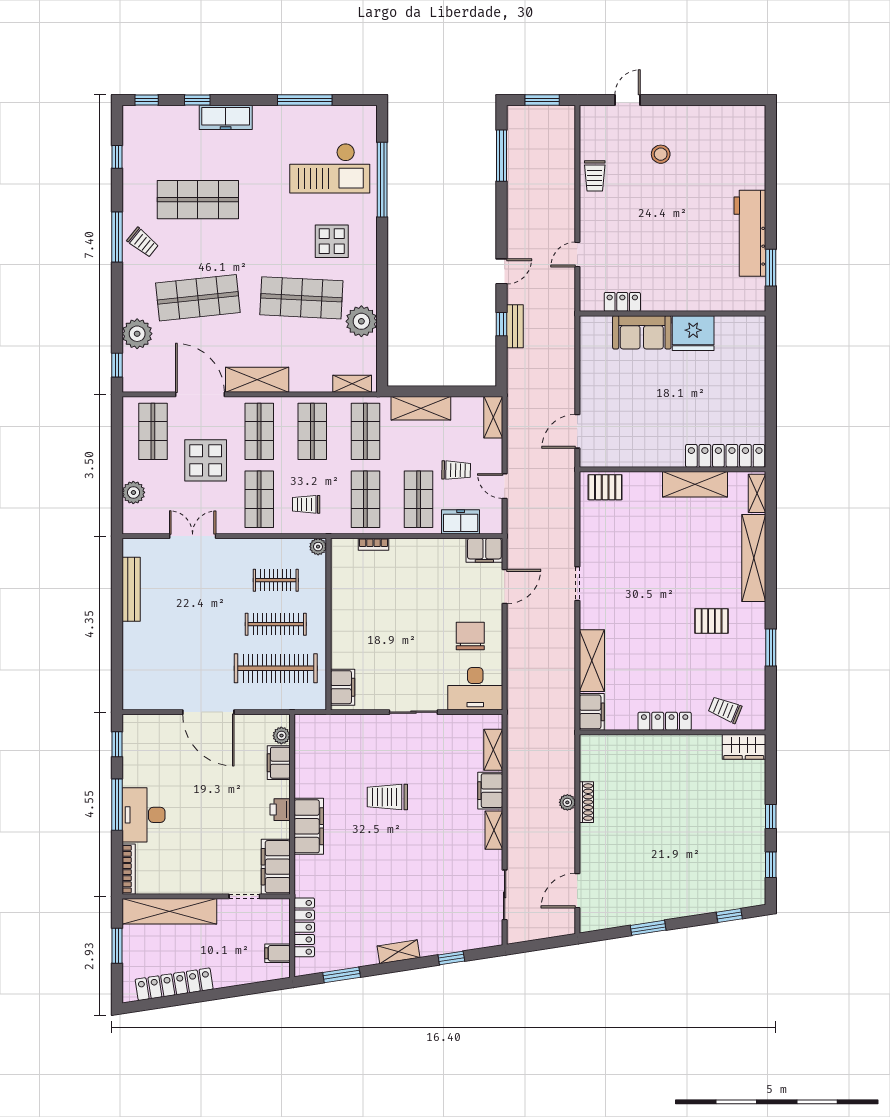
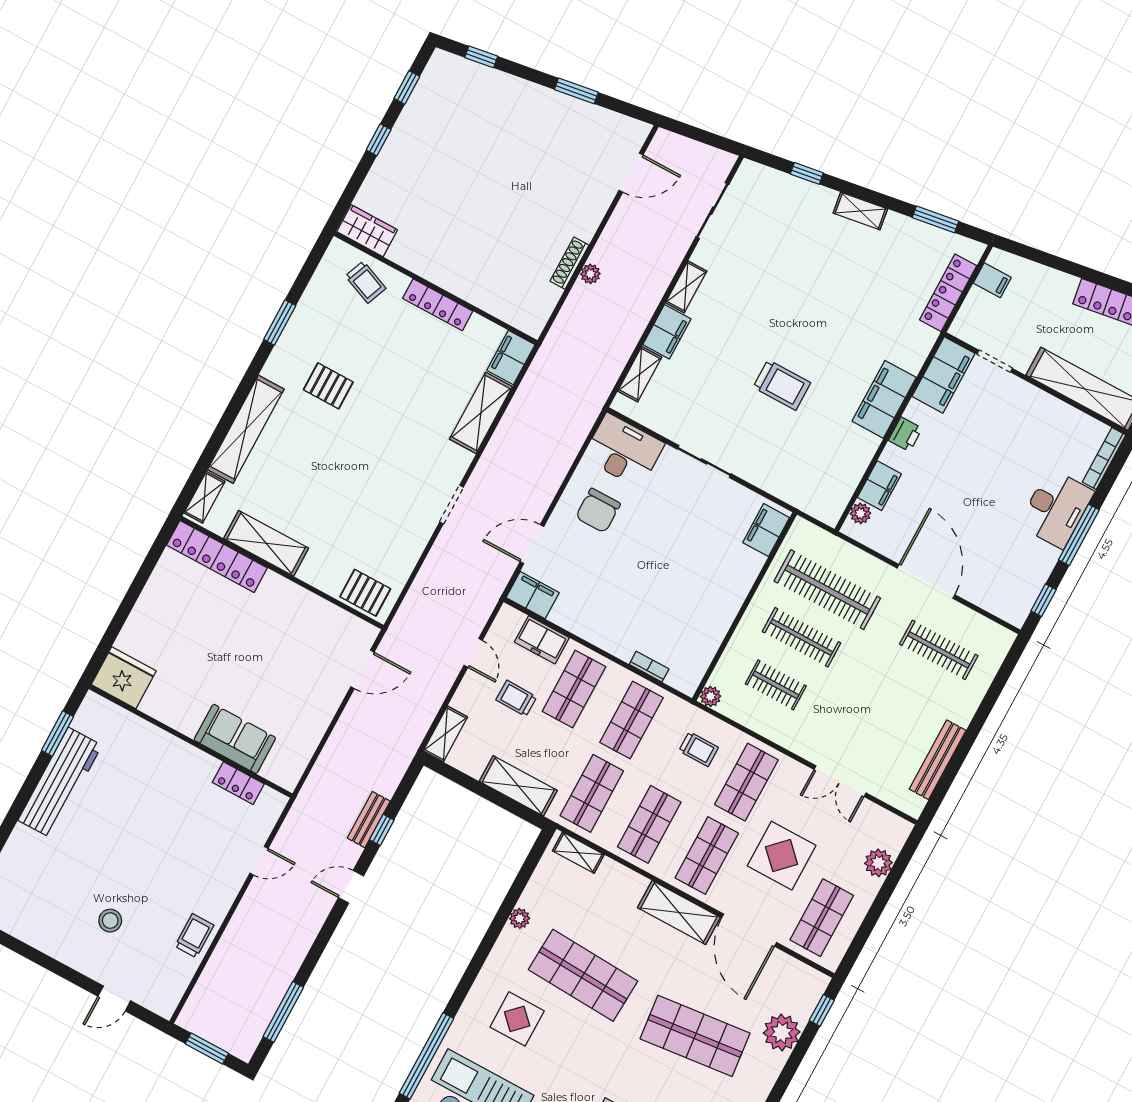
plant: (361, 321) -> (520, 918), width x0.53, depth x0.53
fridge: (693, 333) -> (124, 678), moved
clothes rail: (173, 668) -> (939, 650), added

